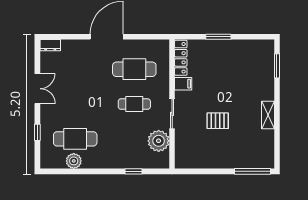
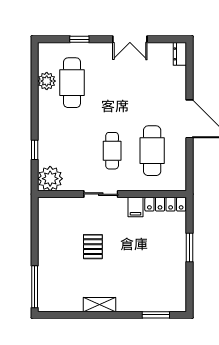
plant: (159, 141) -> (50, 179), moved

